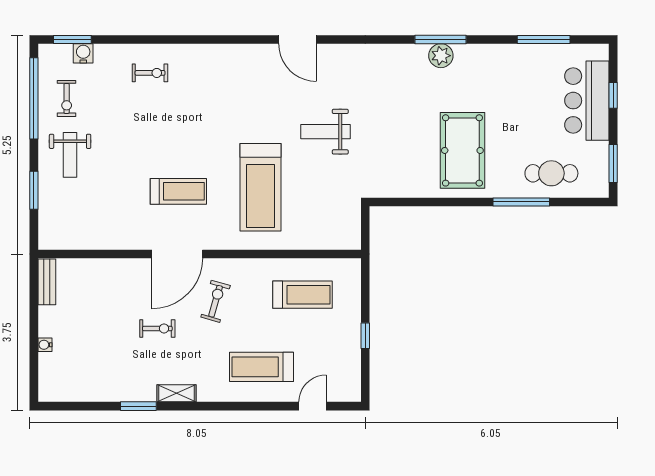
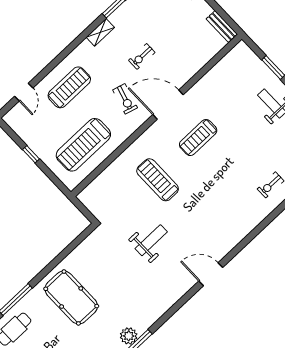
treadmill: (261, 187) -> (158, 180), width x0.73, depth x0.73
door: (177, 254) -> (168, 105), hinge flipped
treadmill: (302, 295) -> (83, 145), width x1.37, depth x1.38

